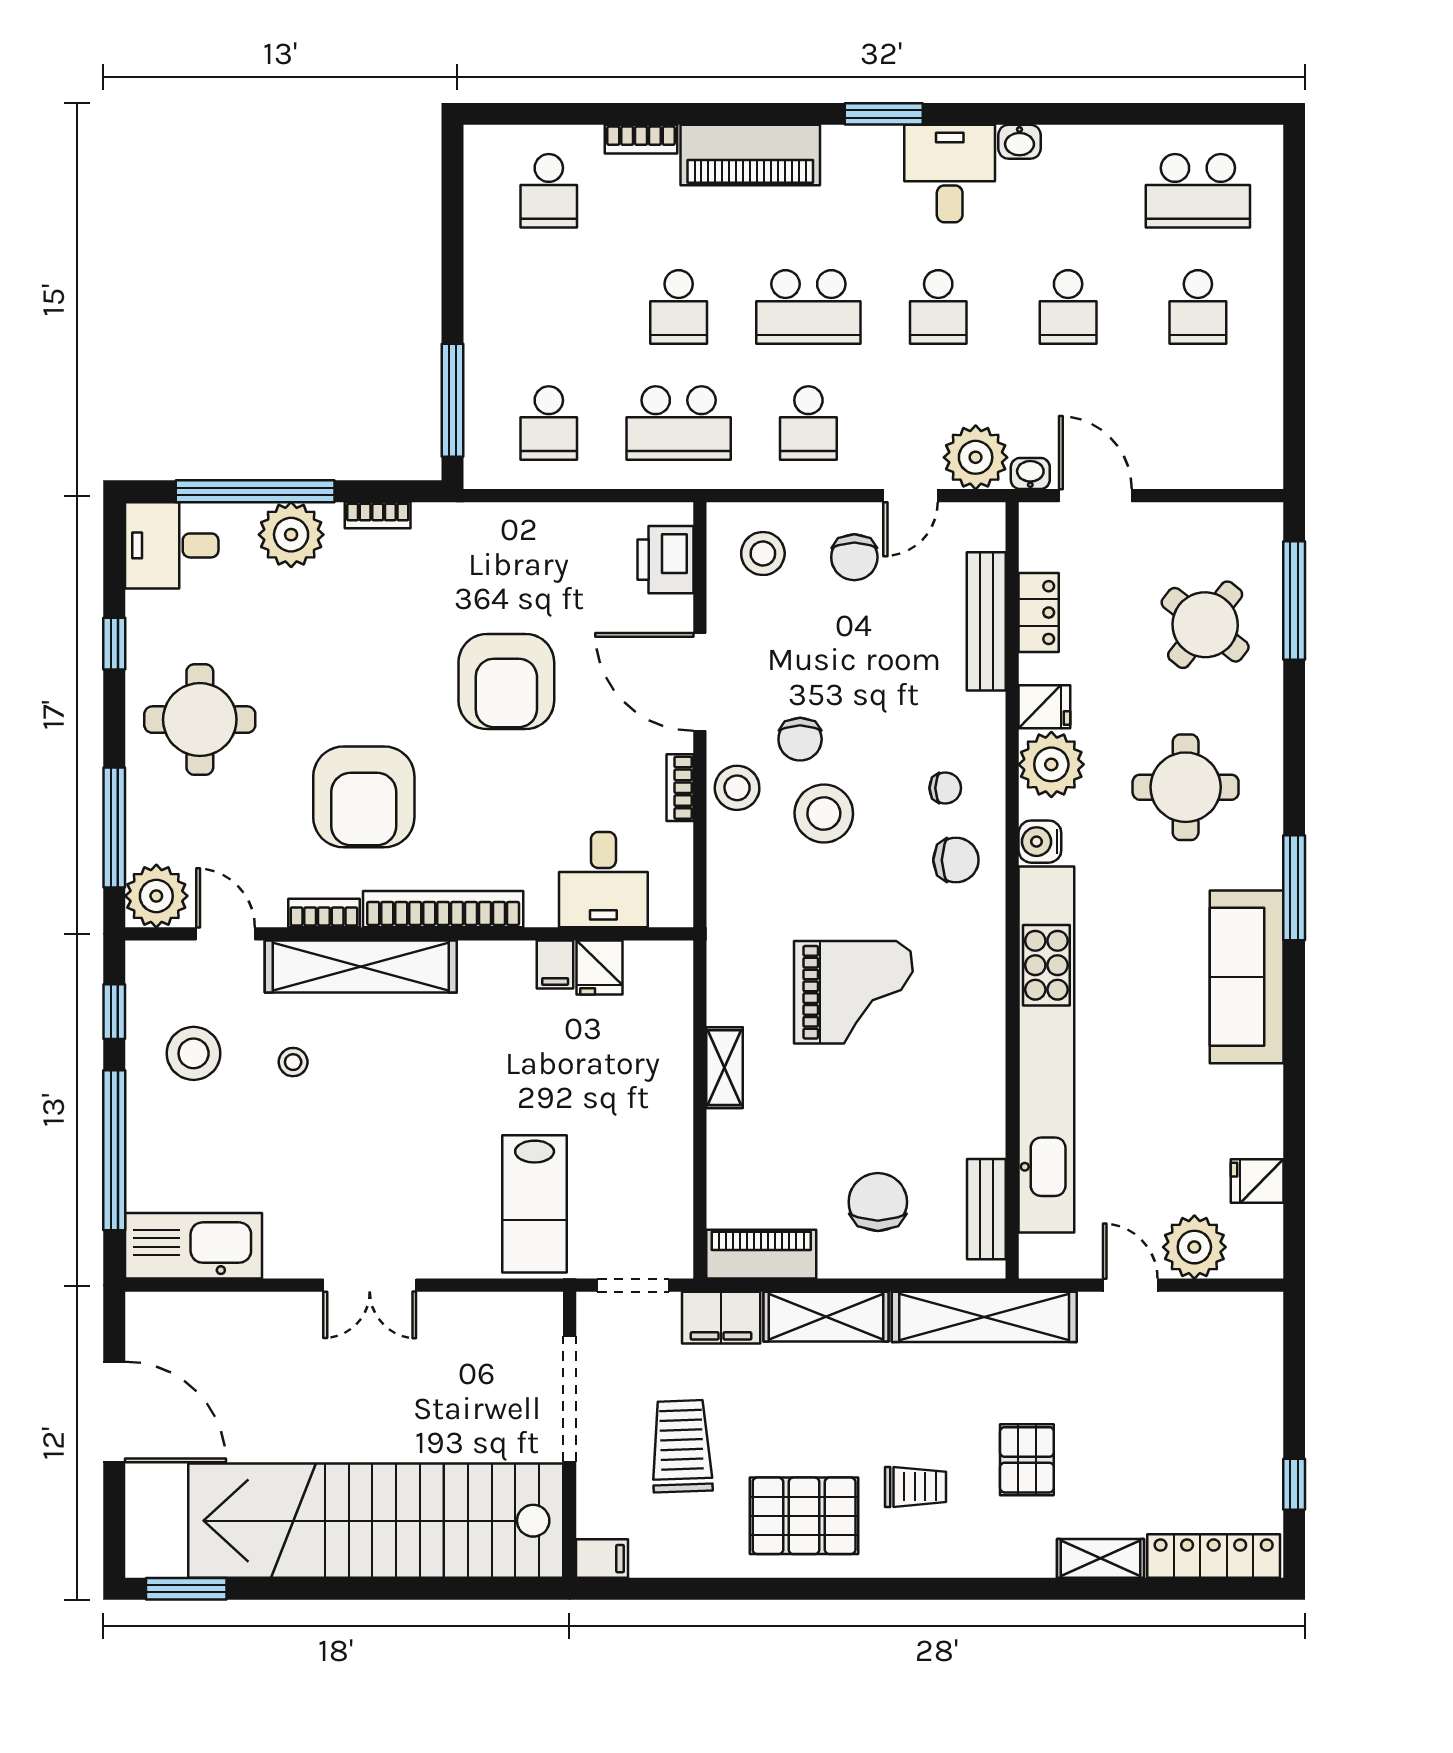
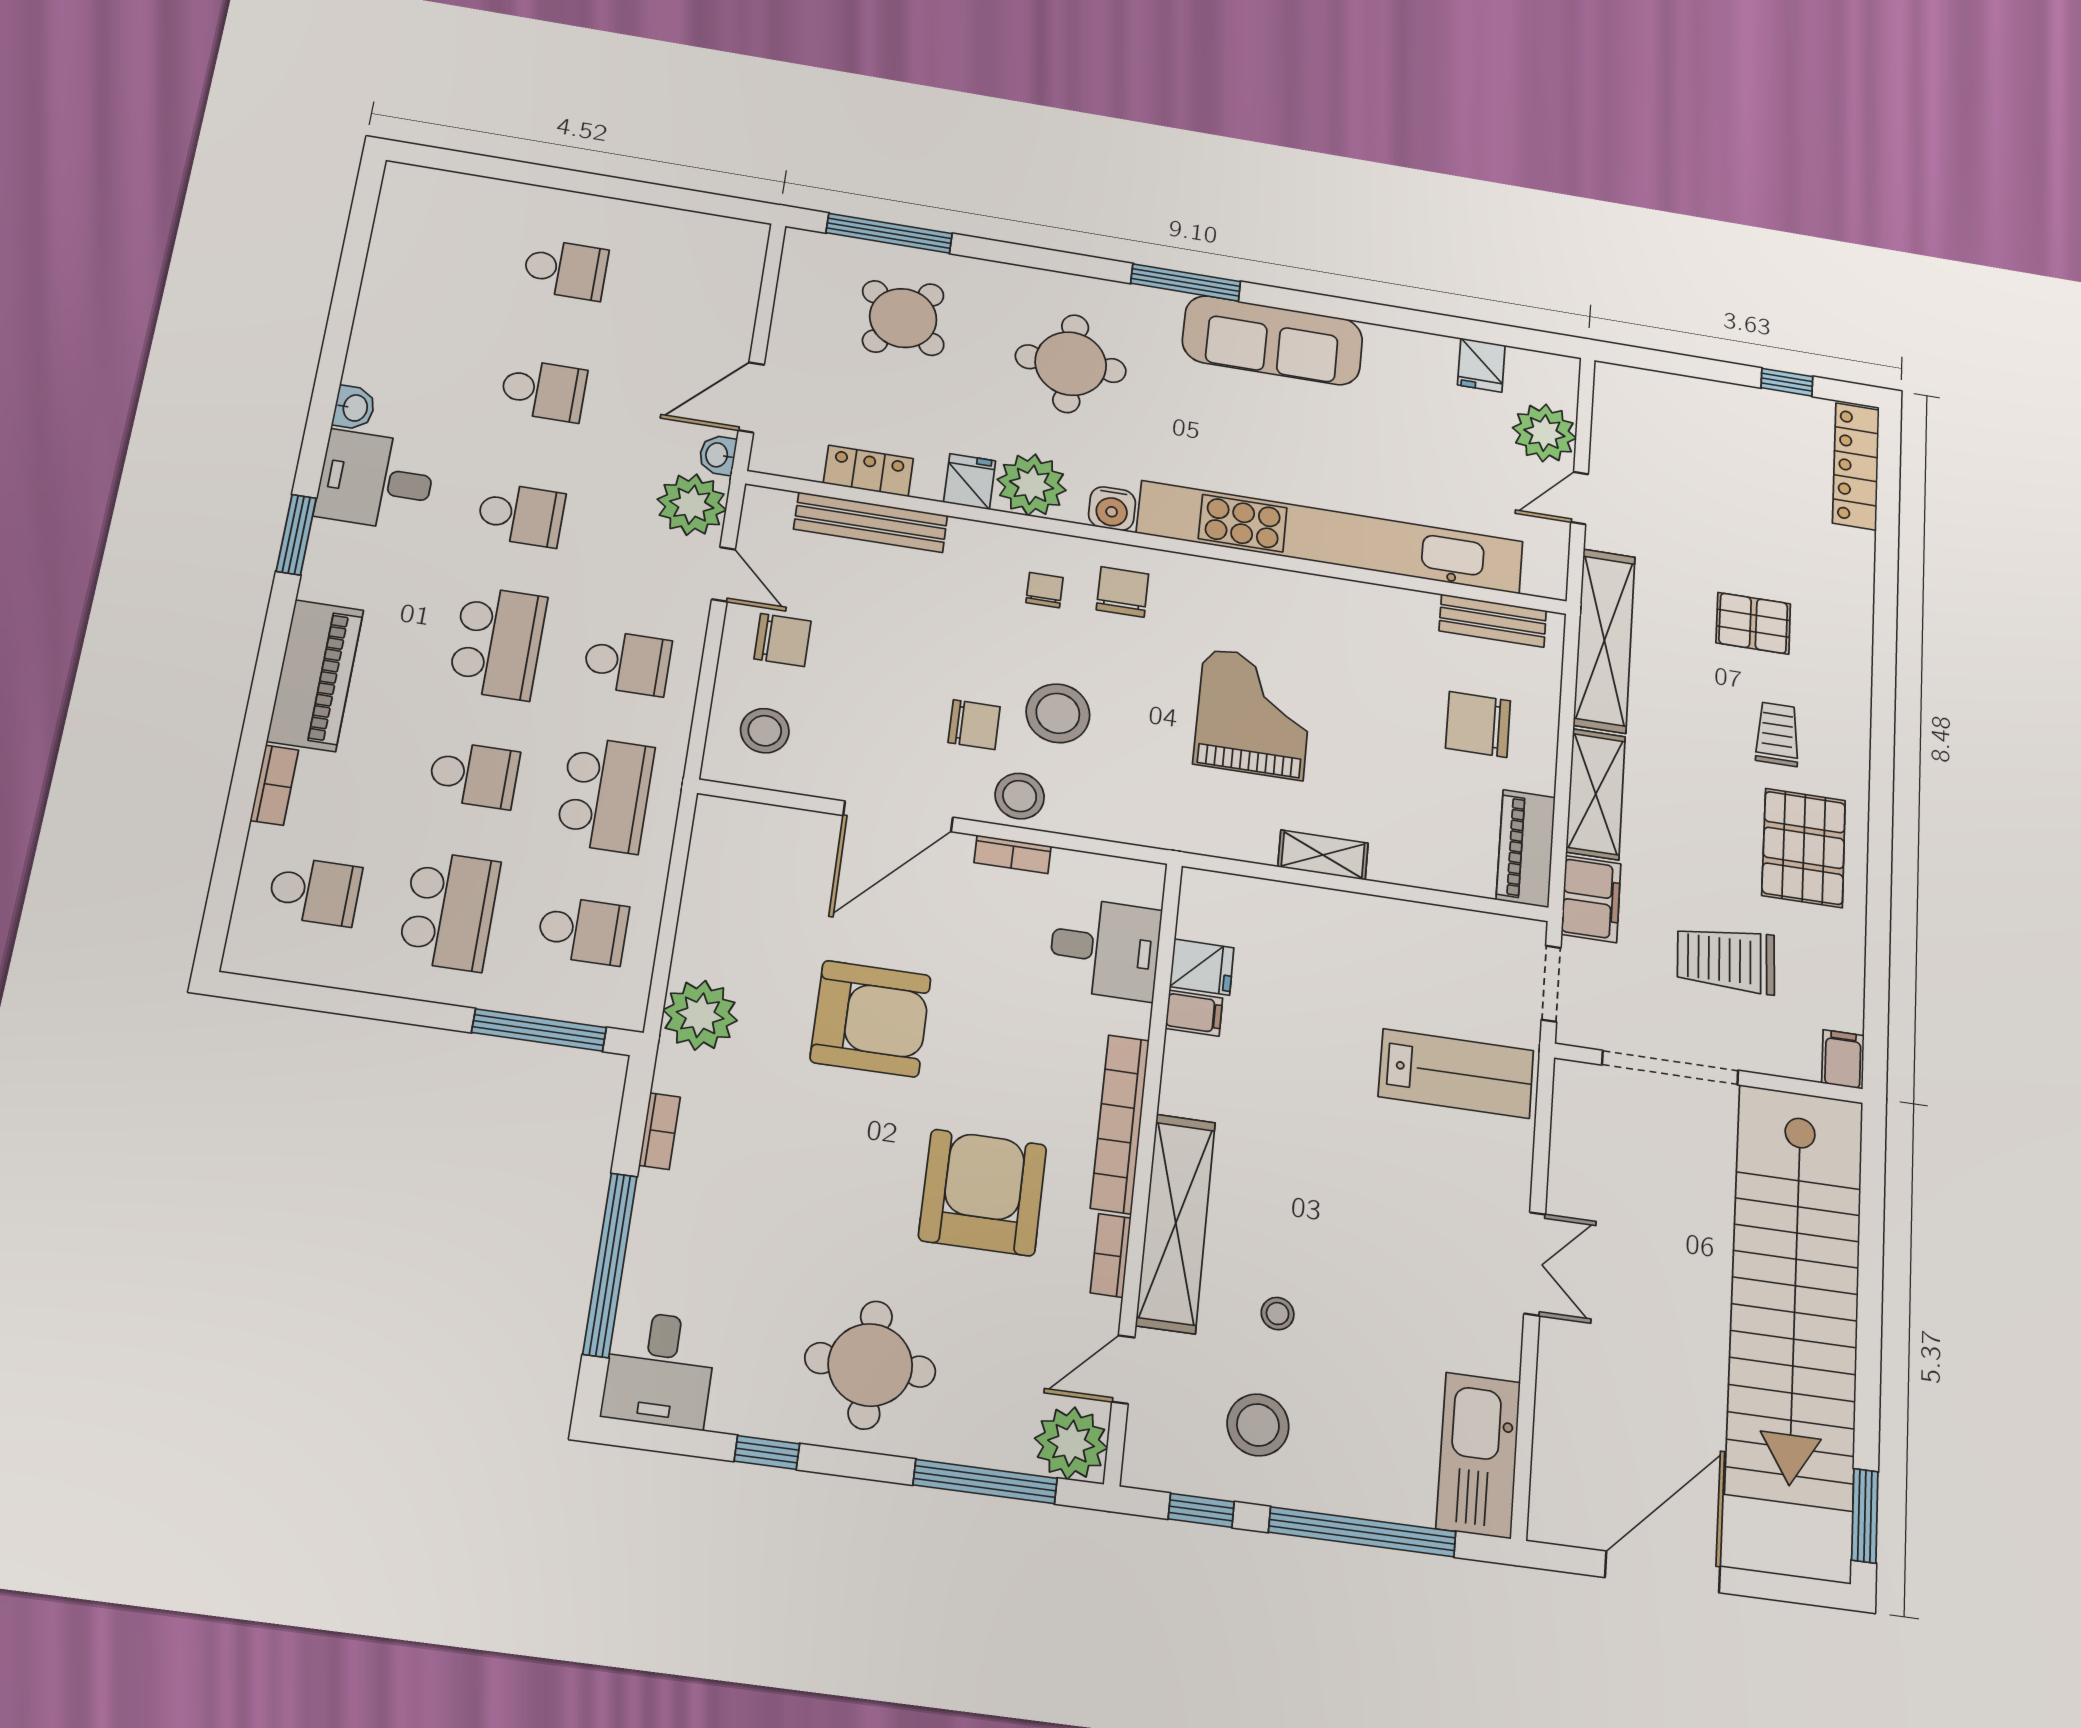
school desk: (1198, 191) -> (449, 911), moved
plant: (291, 535) -> (700, 1015), moved
printer: (665, 560) -> (757, 831), removed
armchair: (364, 797) -> (983, 1192), turned -90
shelving: (1100, 1558) -> (1856, 570), removed

